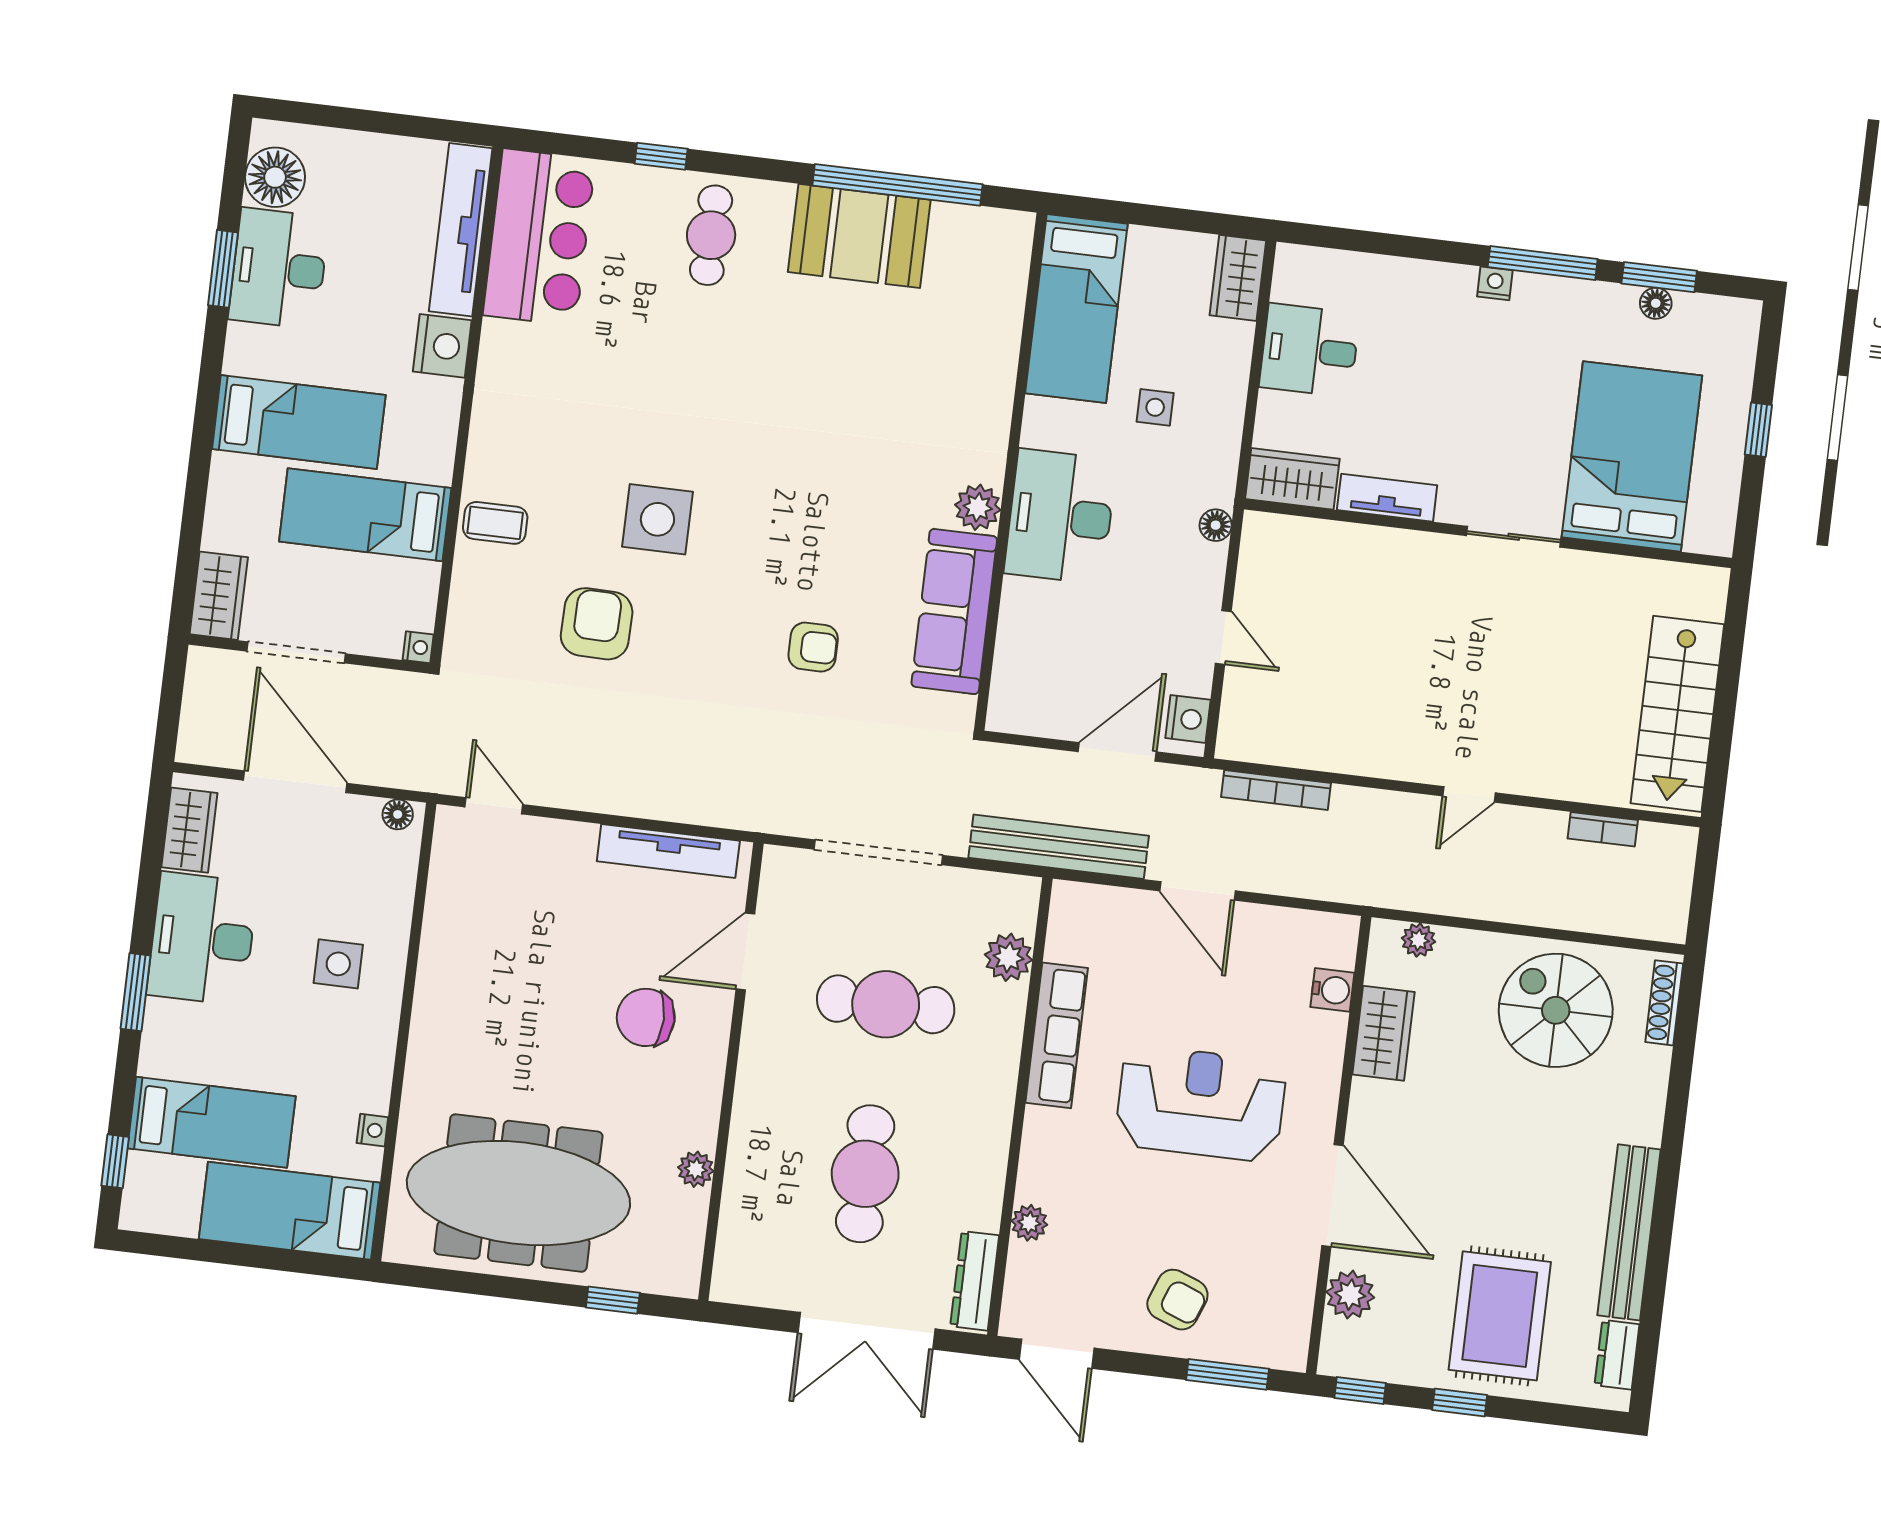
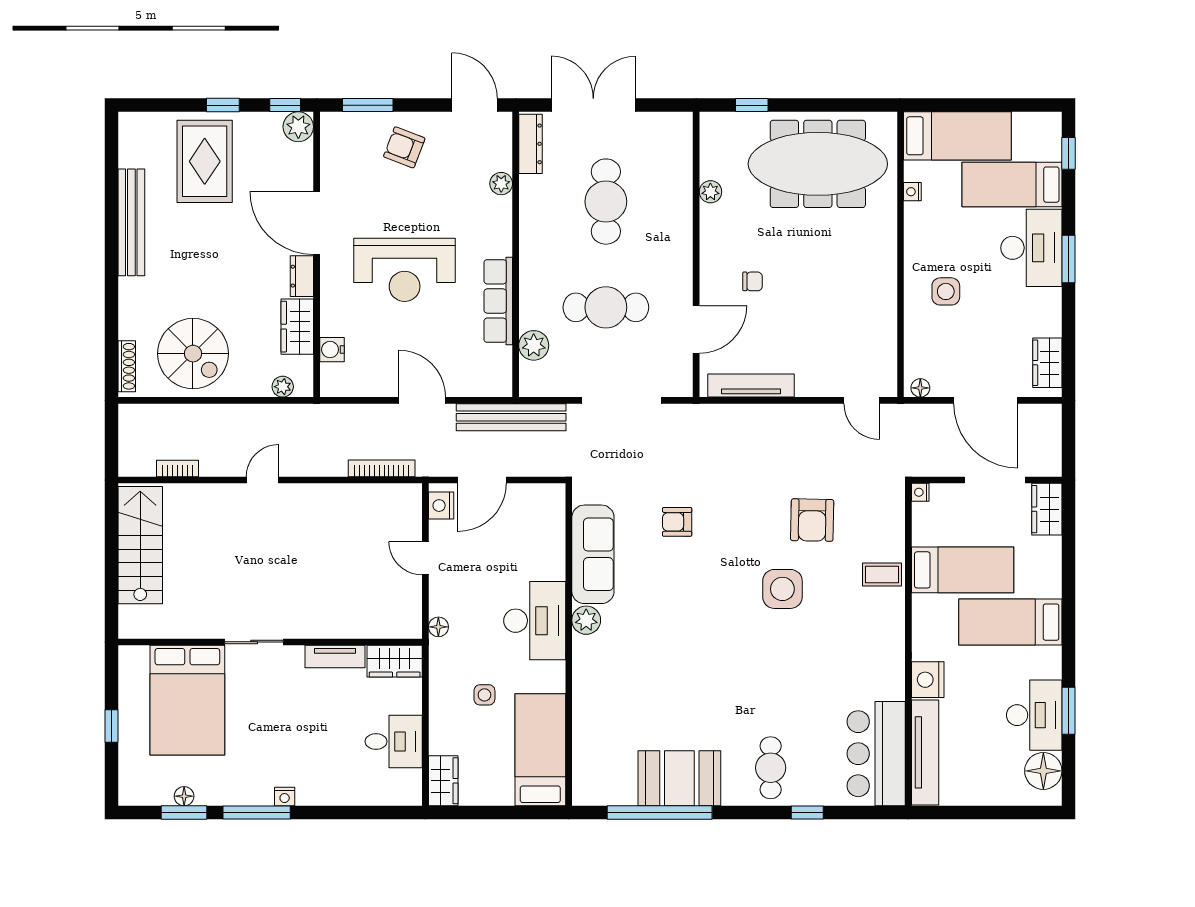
desk: (202, 939) -> (1031, 248), moved
chair: (646, 1017) -> (753, 281), width x0.54, depth x0.54
plant: (1350, 1295) -> (298, 127), moved
dresser: (1617, 1355) -> (302, 276), moved, turned 180

